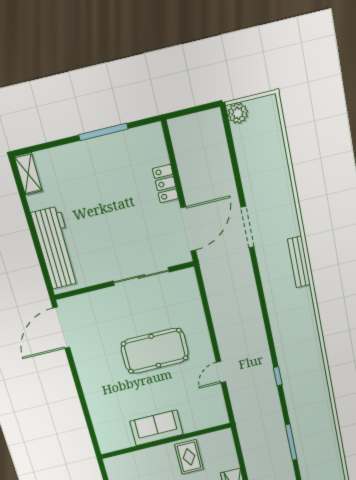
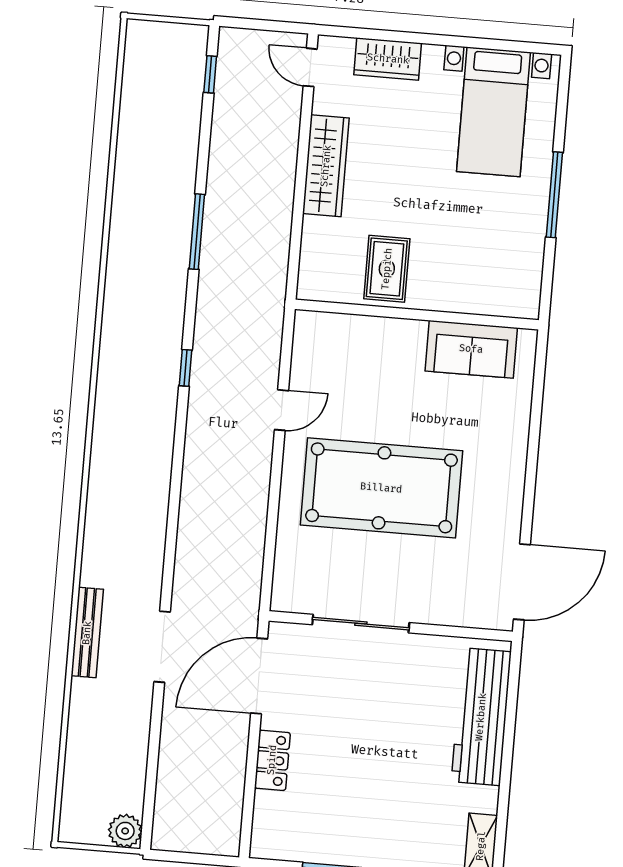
bench: (299, 262) -> (87, 633), moved
pool table: (155, 351) -> (381, 488), width x1.36, depth x1.32
sofa: (156, 428) -> (471, 349), moved

